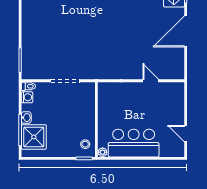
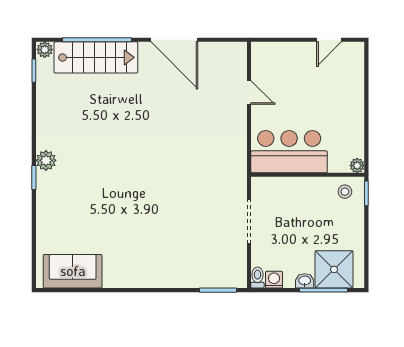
door: (151, 81) -> (249, 92), swing flipped
bar counter: (134, 143) -> (289, 152), moved, turned 90

